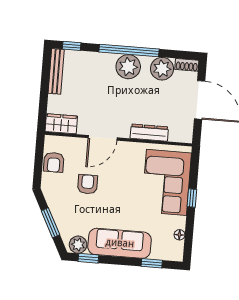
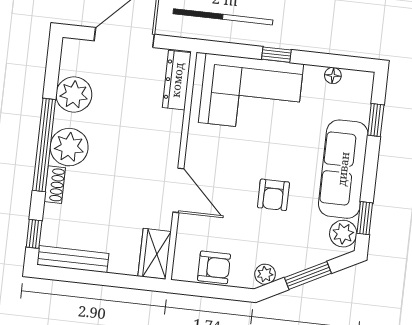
shoe rack: (187, 65) -> (55, 185), moved
dresser: (149, 133) -> (177, 80), moved
armchair: (88, 184) -> (273, 195), moved, turned -90
plant: (50, 195) -> (265, 274), added

